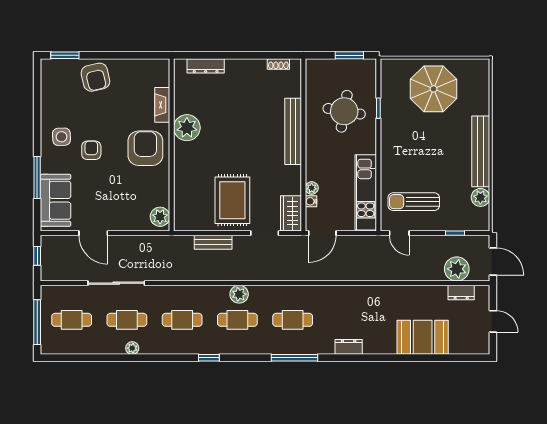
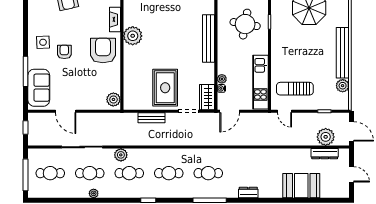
dresser: (461, 293) -> (325, 154), width x1.44
plant: (239, 294) -> (121, 155), moved

